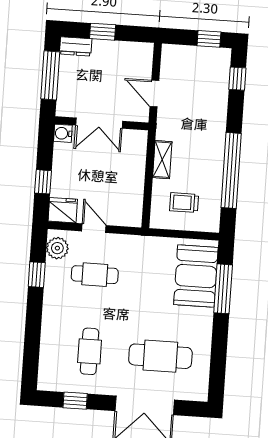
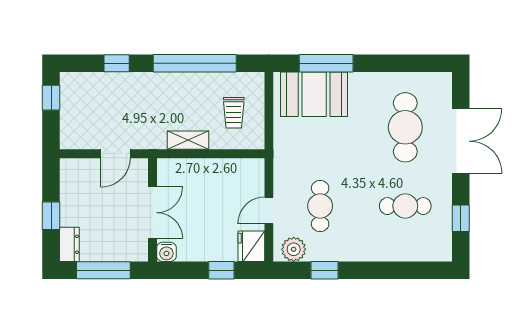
window: (237, 79) -> (117, 63), moved

